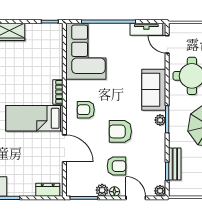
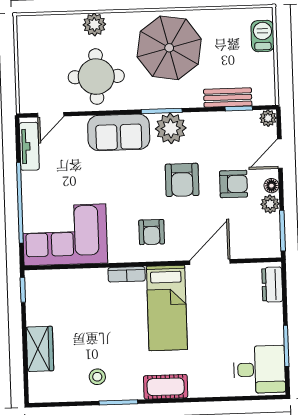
plant: (160, 120) -> (171, 128), width x1.88, depth x1.88
armchair: (116, 166) -> (234, 184), turned 90

